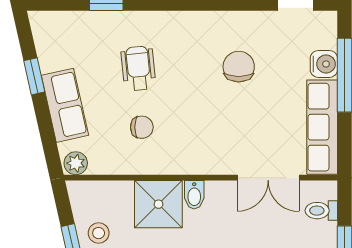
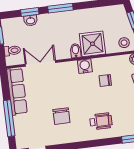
water cooler: (324, 64) -> (85, 66), moved, turned 90
wheelchair: (138, 68) -> (101, 121), moved, turned -84
stool: (99, 233) -> (124, 43), moved

